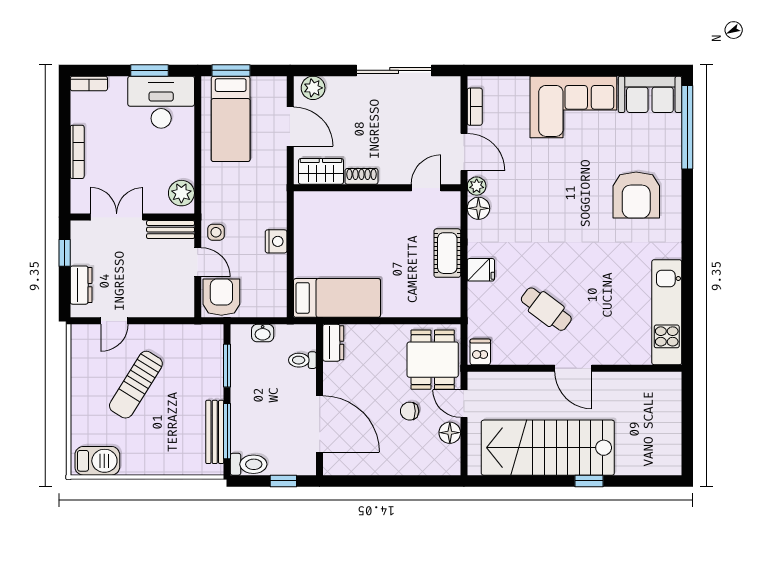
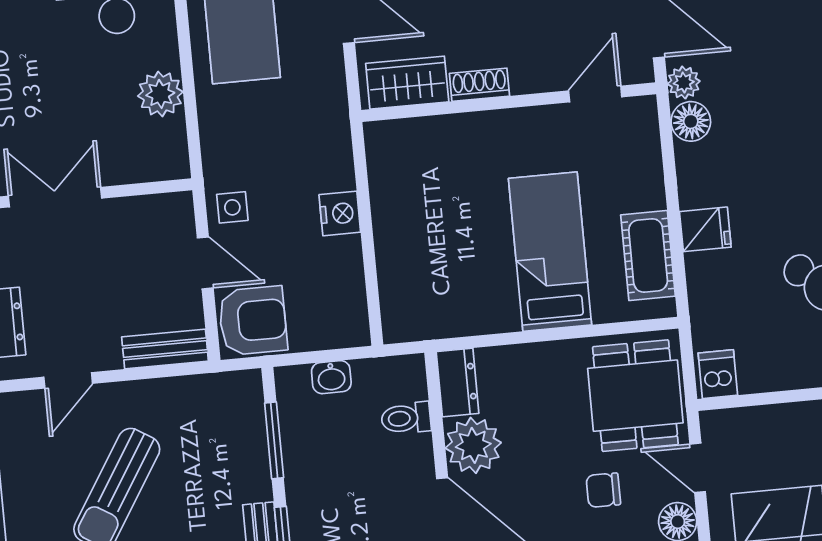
plant: (181, 193) -> (160, 94), moved
bench: (171, 230) -> (165, 349), moved
cot: (447, 253) -> (648, 255), moved
armchair: (221, 297) -> (253, 321), turned 90
bed: (337, 298) -> (550, 252), moved, turned -90
plant: (339, 379) -> (473, 445), added

